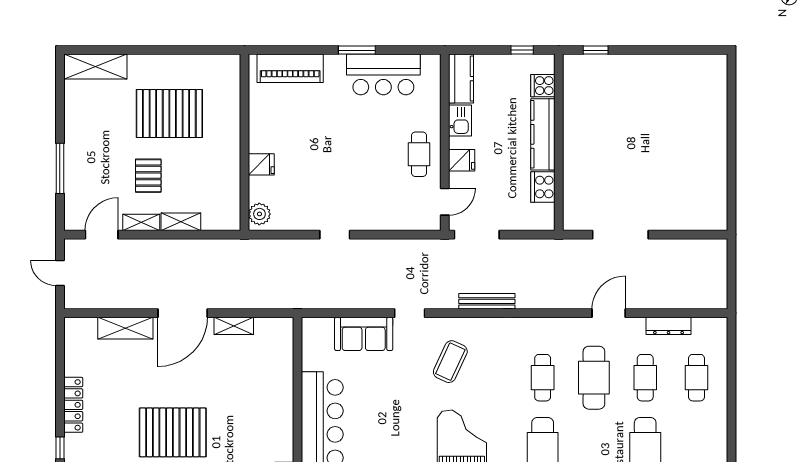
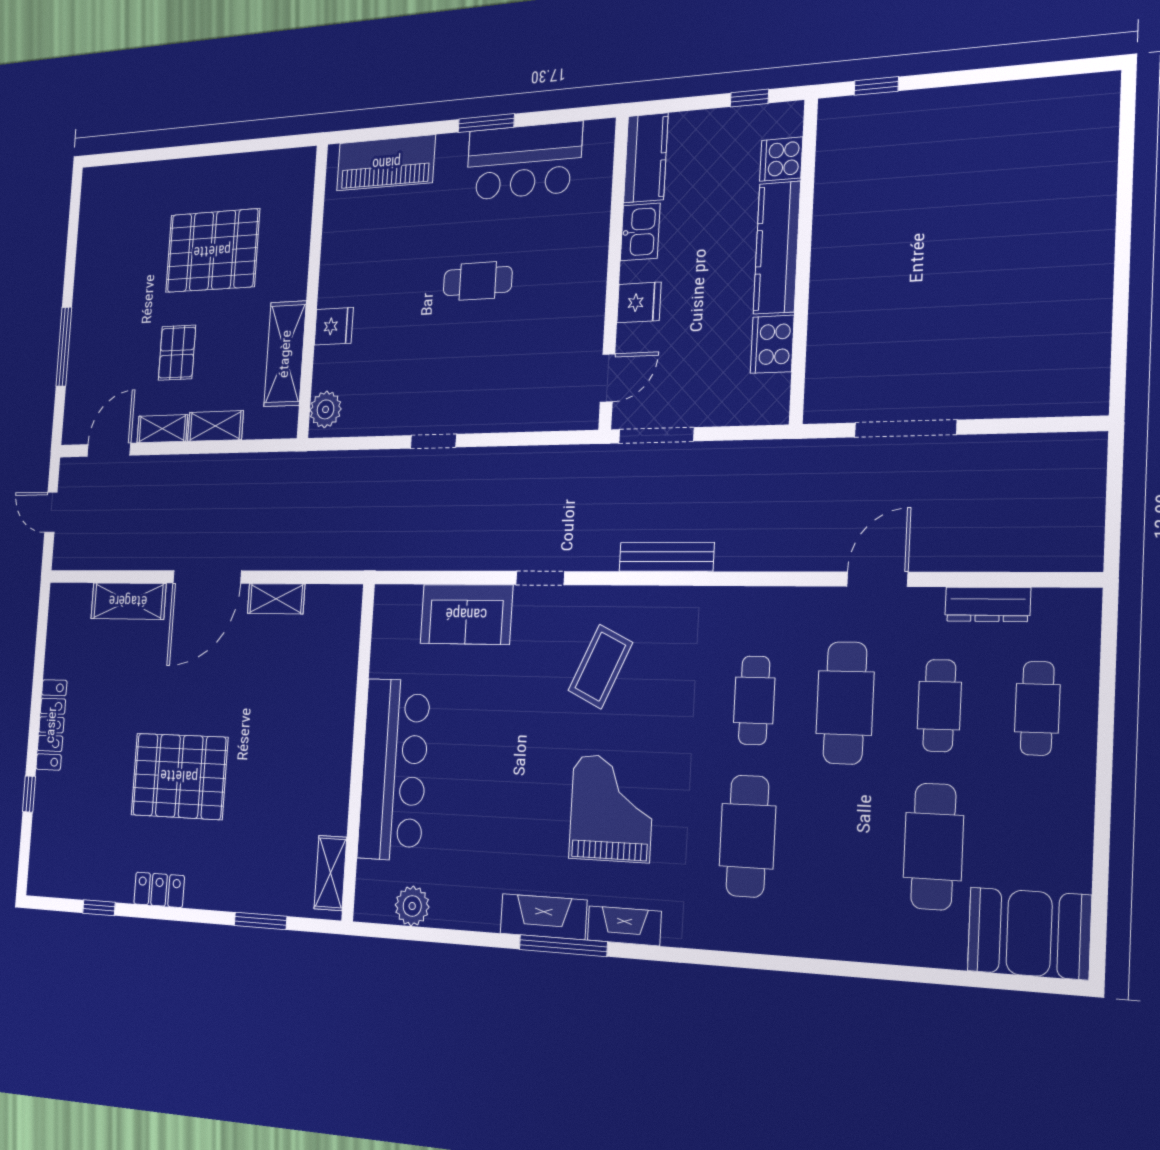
shelving: (95, 67) -> (285, 354), moved, turned 90
cafe table: (419, 154) -> (478, 281), moved, turned 90

